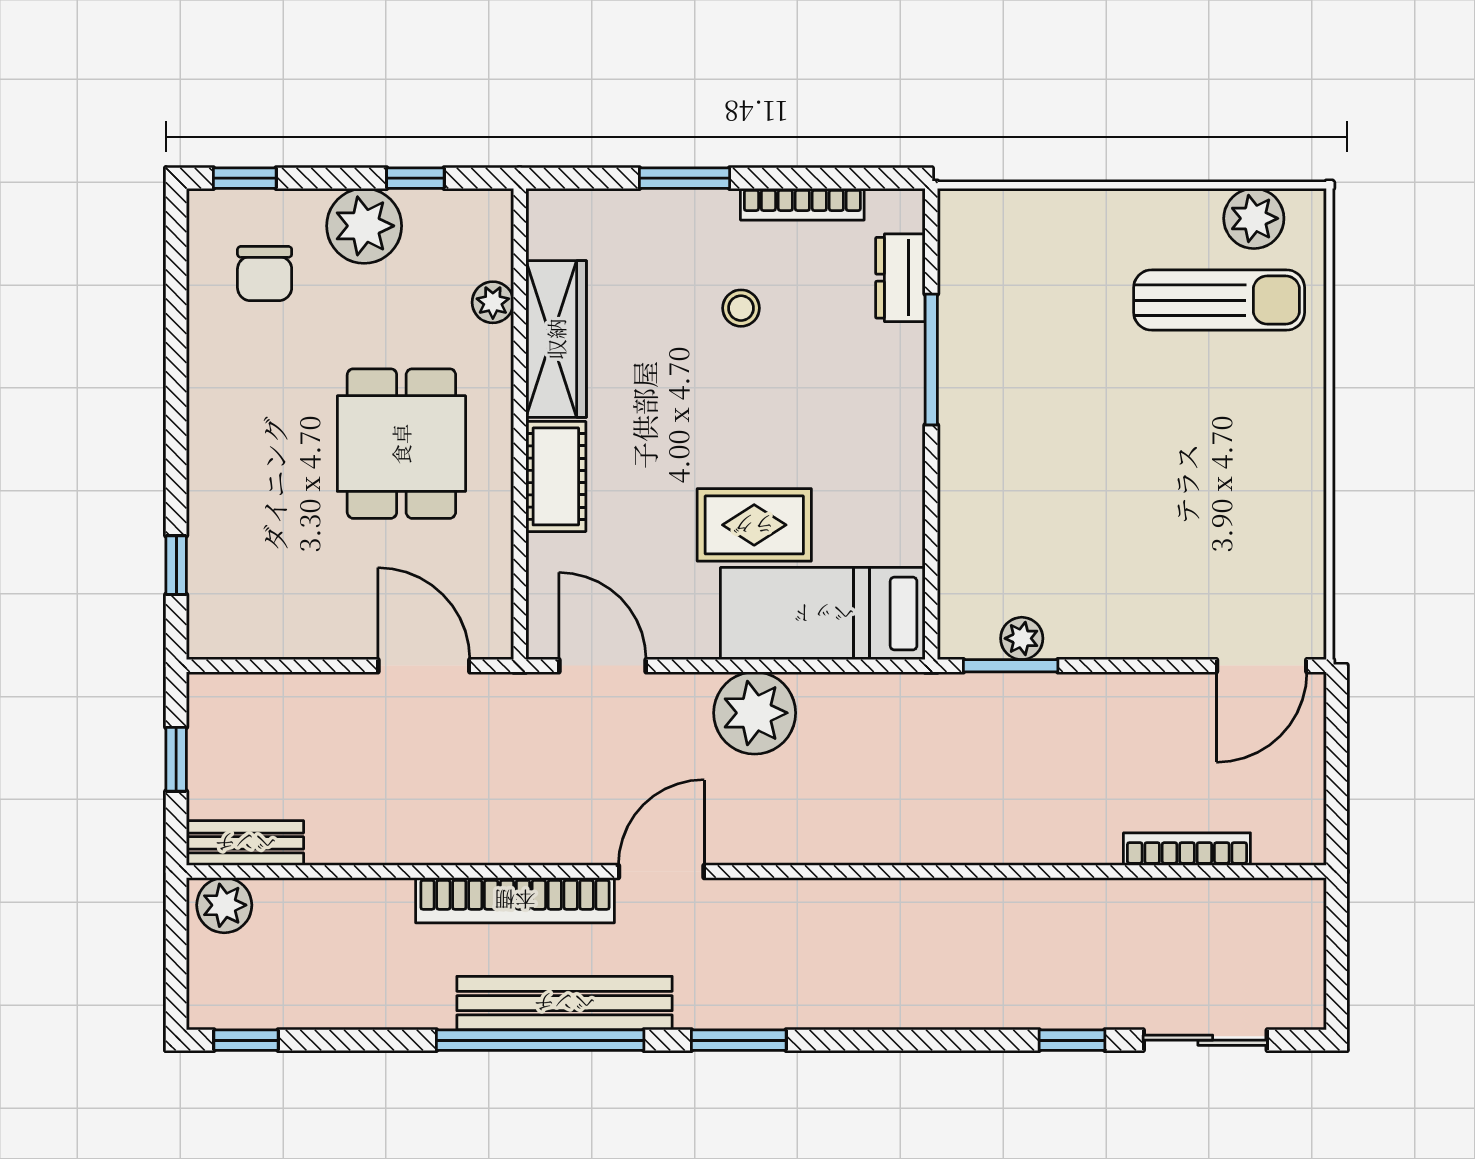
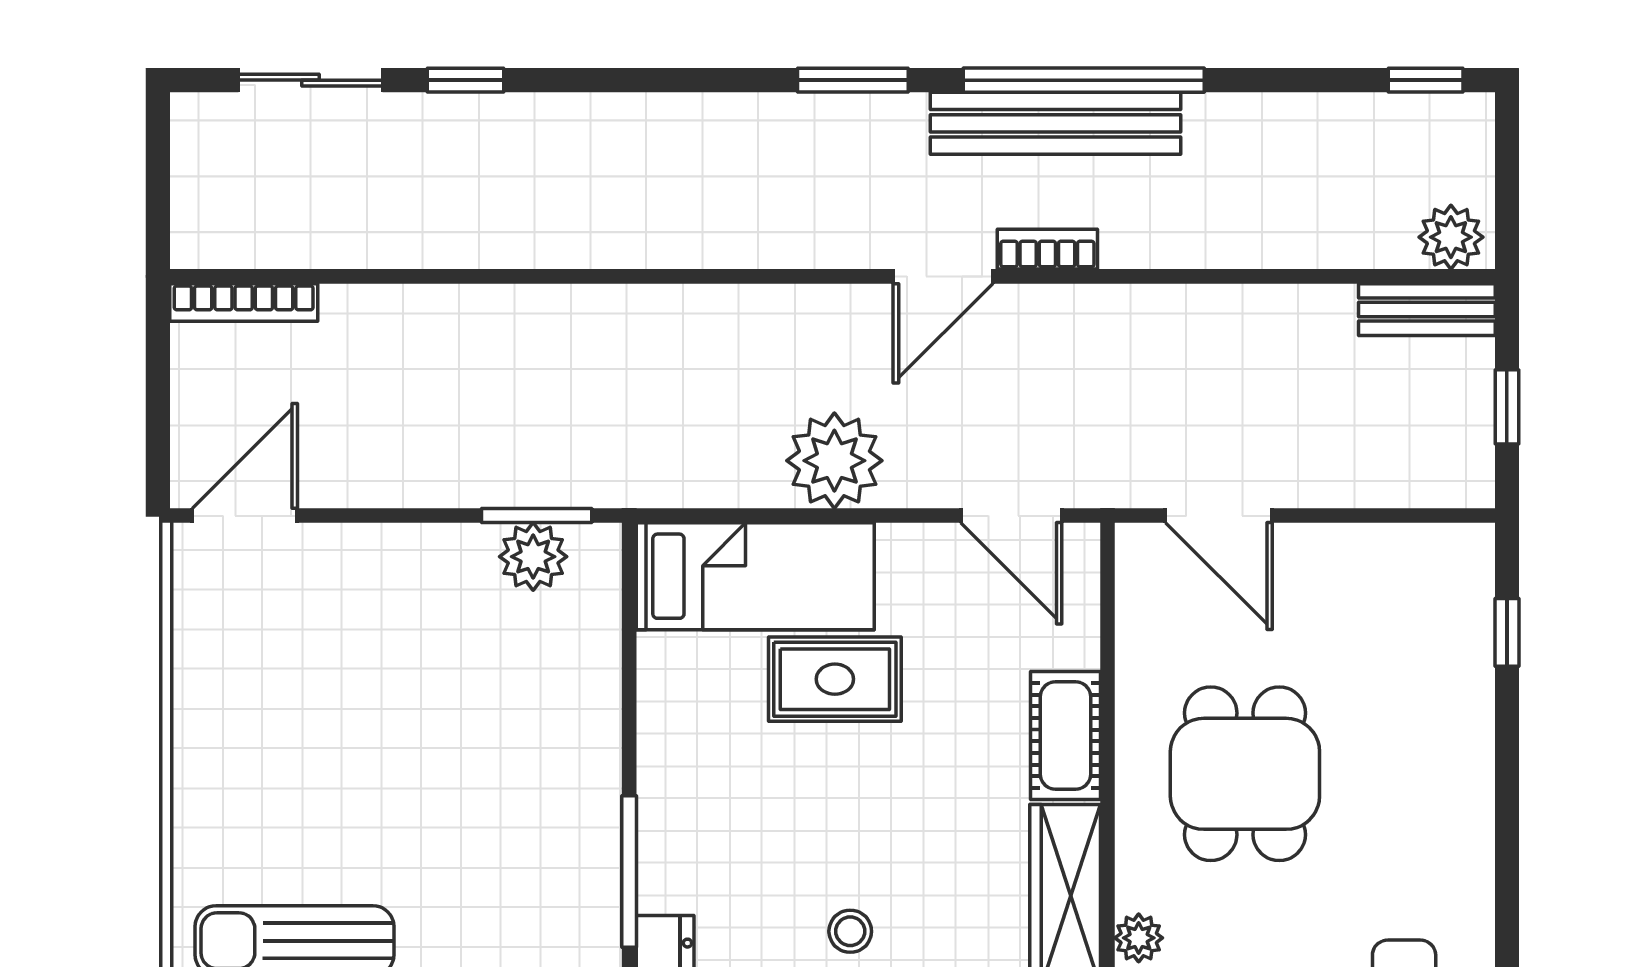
plant: (1022, 638) -> (533, 557), width x1.38, depth x1.38
bookcase: (1187, 849) -> (244, 302), moved
bookcase: (515, 900) -> (1047, 249), width x0.43, depth x0.76

